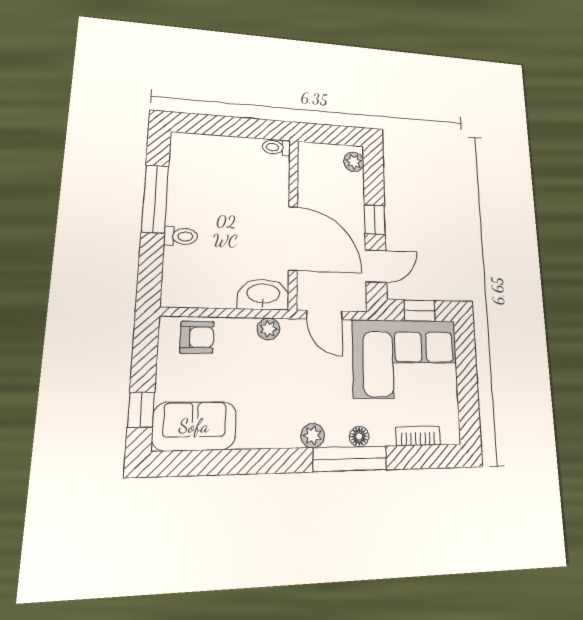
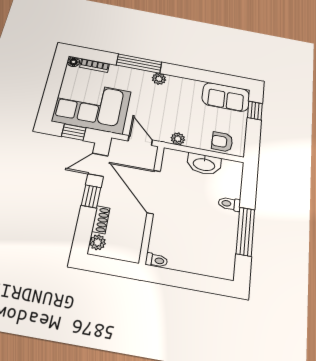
shoe rack: (356, 191) -> (101, 220), added
washbasin: (263, 294) -> (204, 164), moved
floor lamp: (359, 437) -> (73, 62), moved

